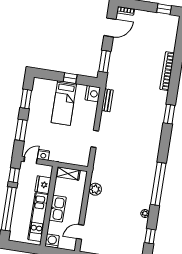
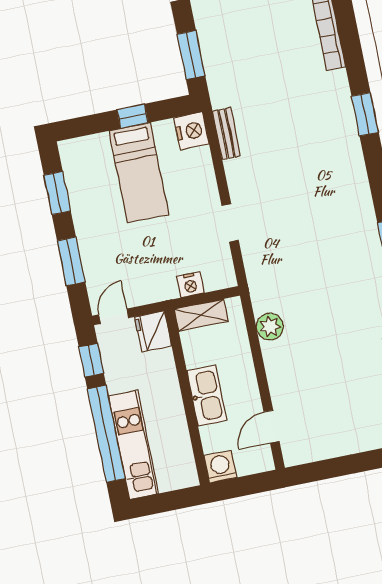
nightstand: (43, 155) -> (190, 285), moved
fridge: (43, 185) -> (153, 331), moved
kitchen unit: (38, 217) -> (133, 445), moved, turned 180

